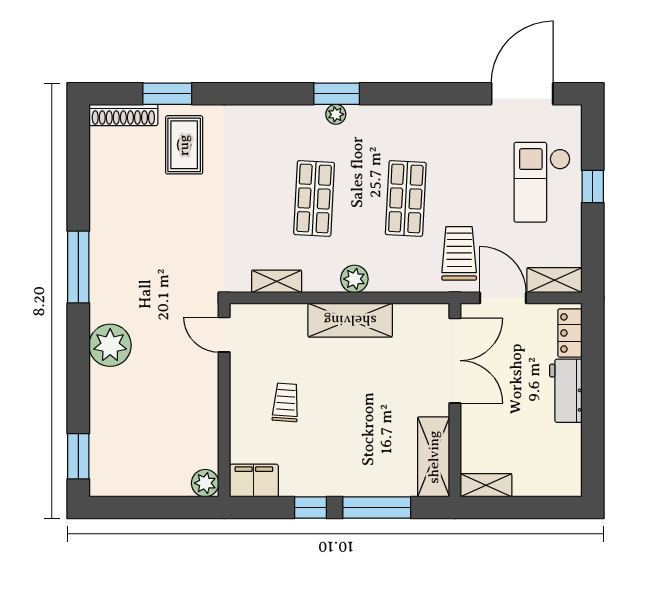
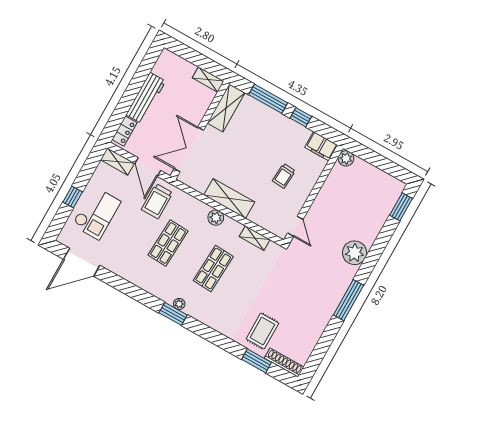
workbench: (566, 391) -> (146, 98), width x1.38

